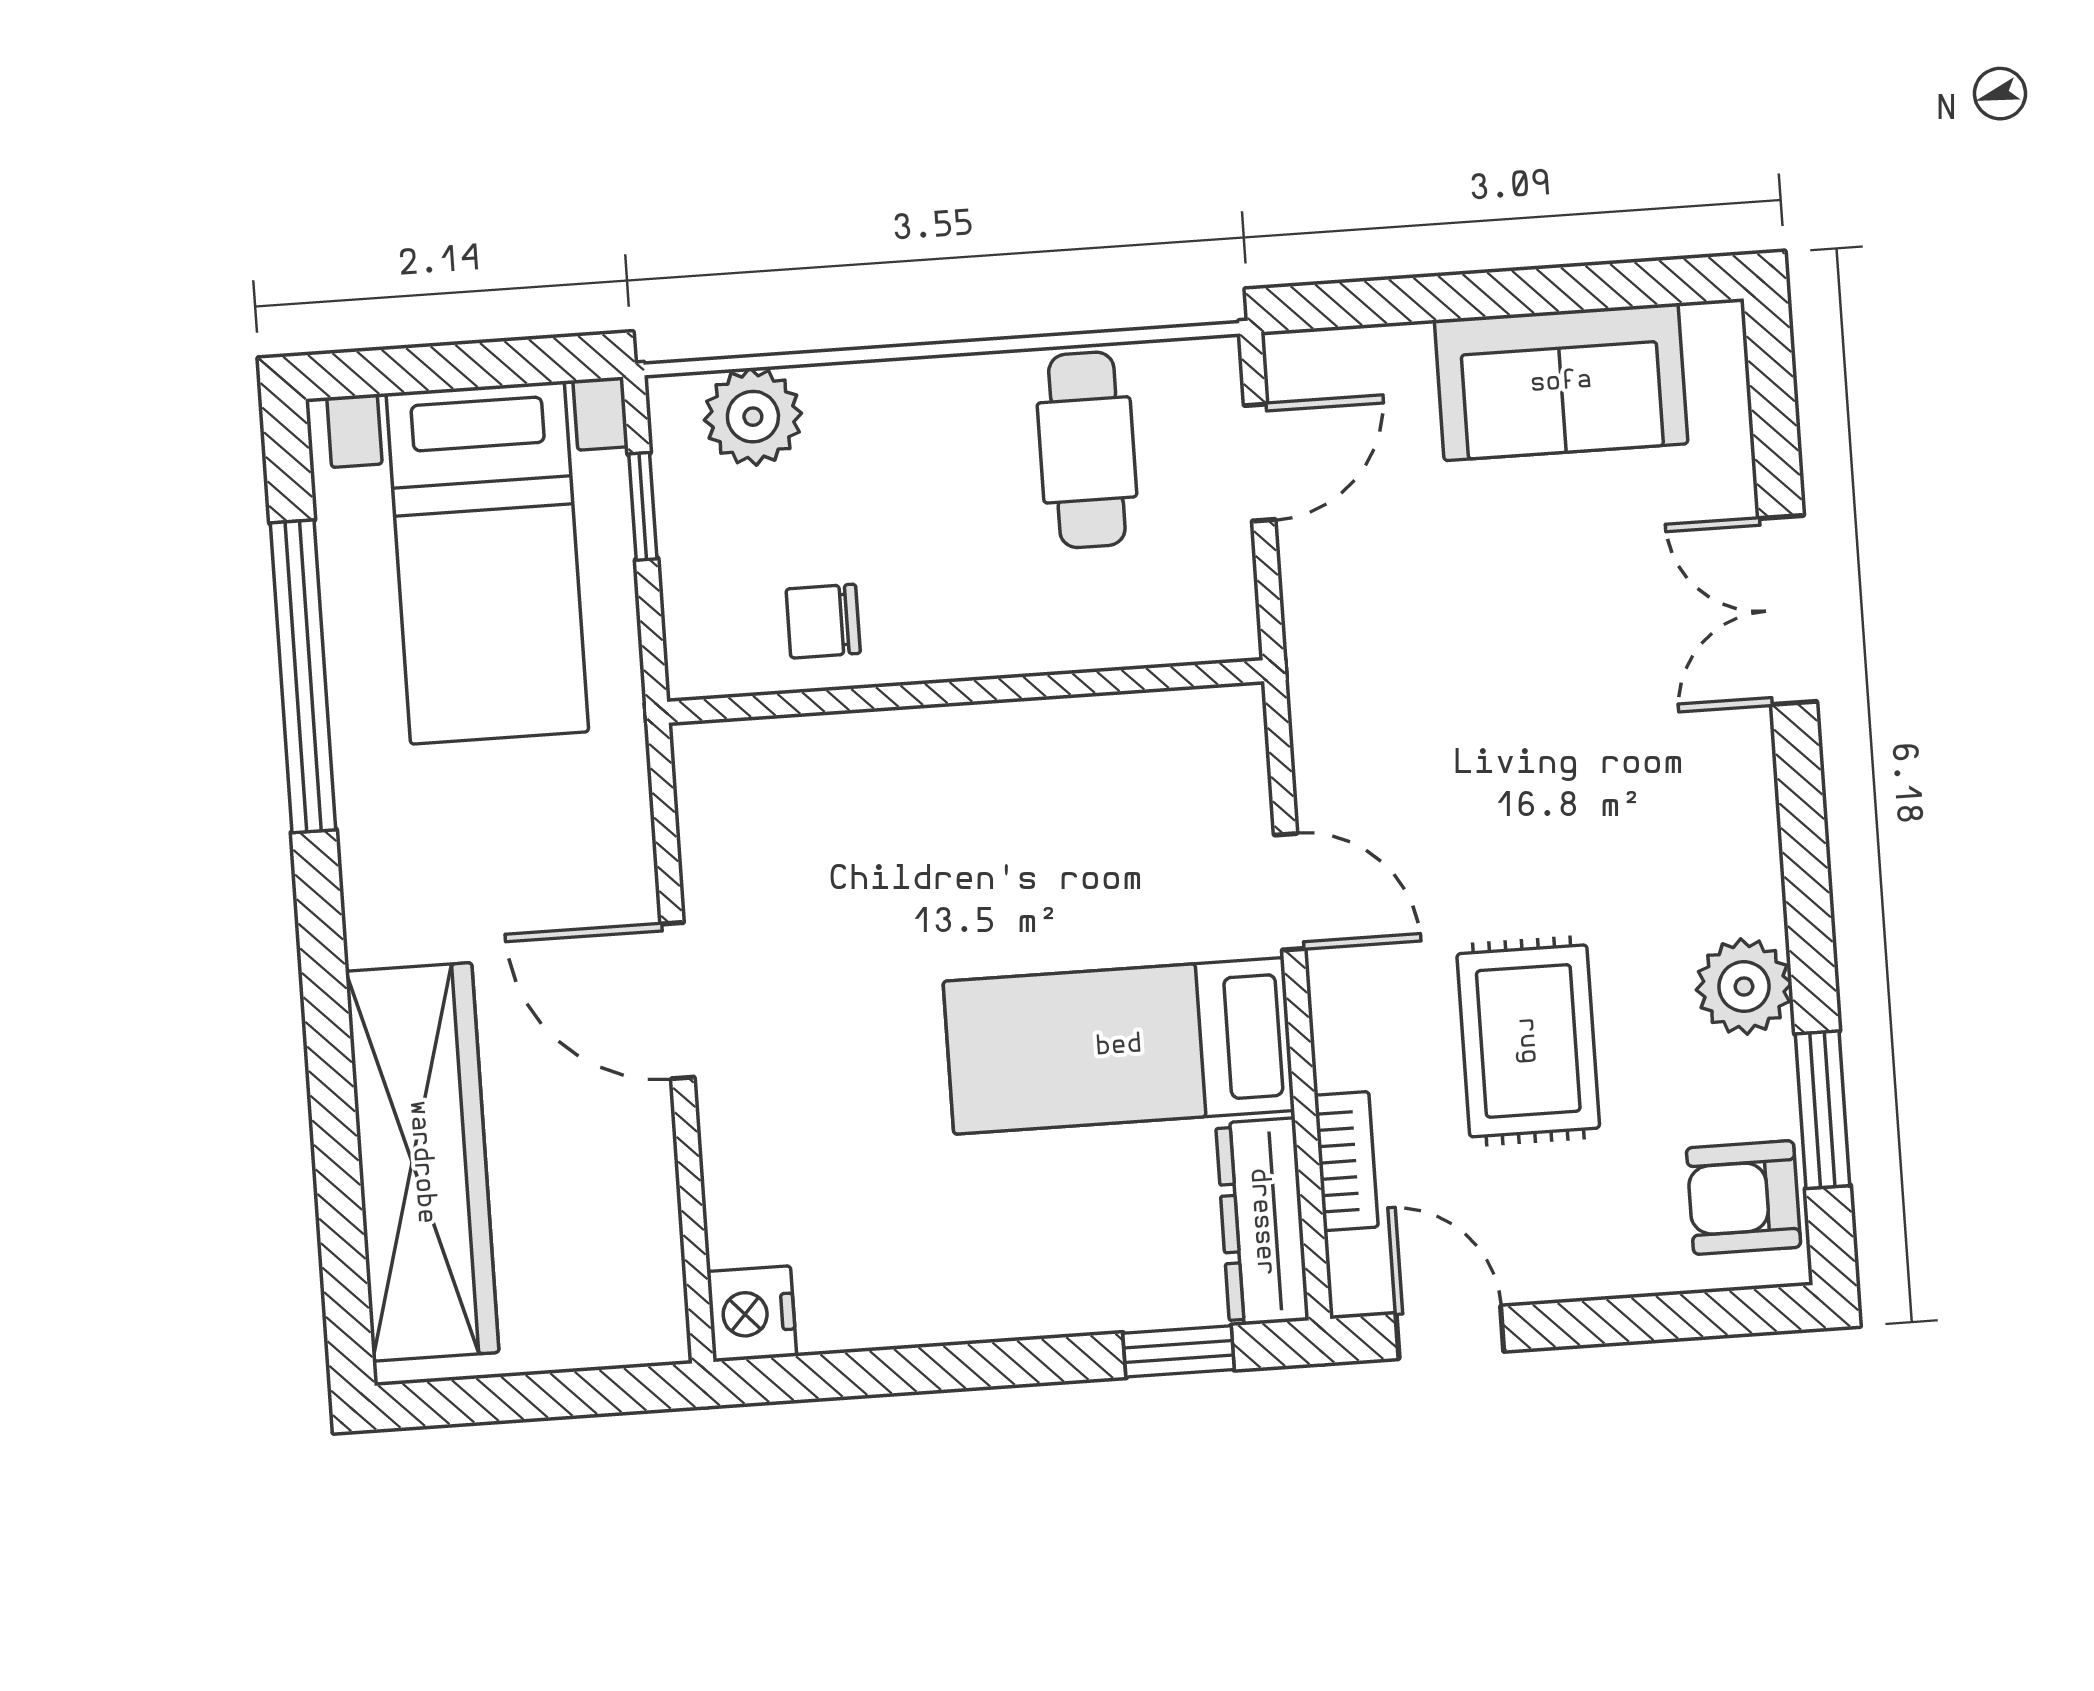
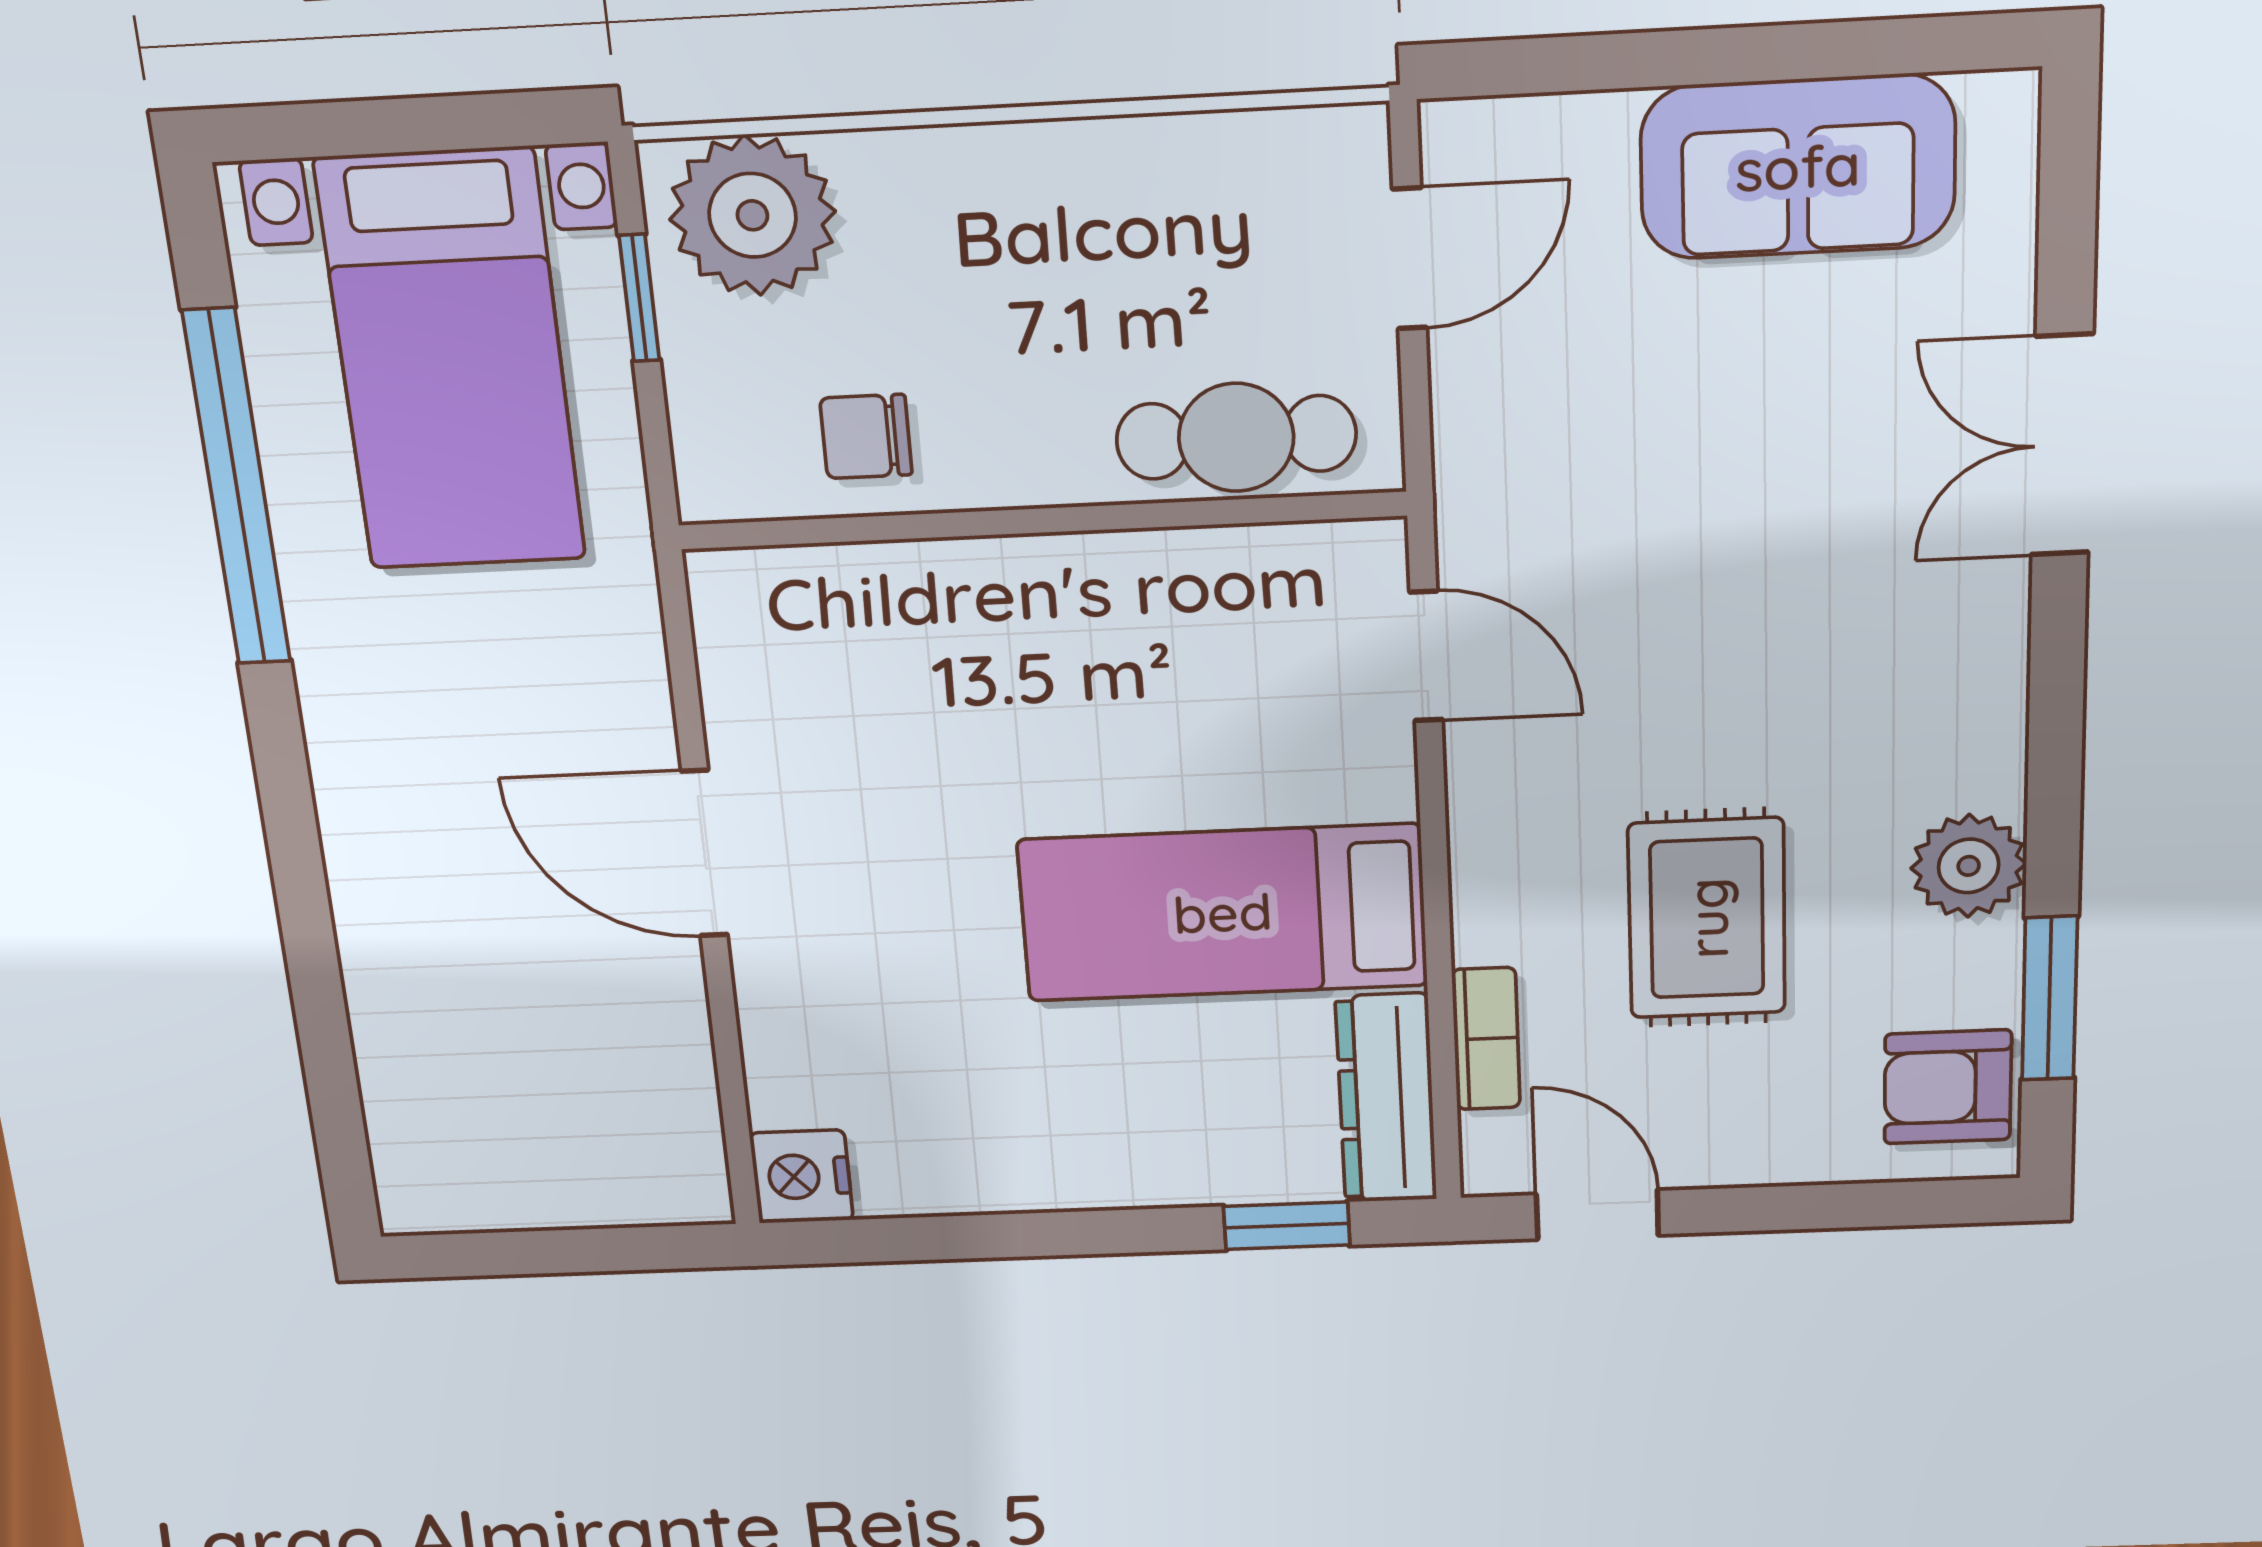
plant: (753, 417) -> (752, 215), width x1.36, depth x1.36
cafe table: (1087, 450) -> (1236, 437), moved, turned 90
door: (1290, 892) -> (1426, 656), moved
wardrobe: (422, 1162) -> (418, 1015), removed

